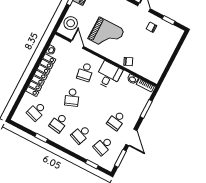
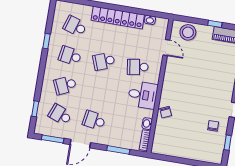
grand piano: (106, 34) -> (188, 77), removed
door: (77, 44) -> (166, 48), hinge flipped
school desk: (81, 134) -> (65, 85), turned -45

